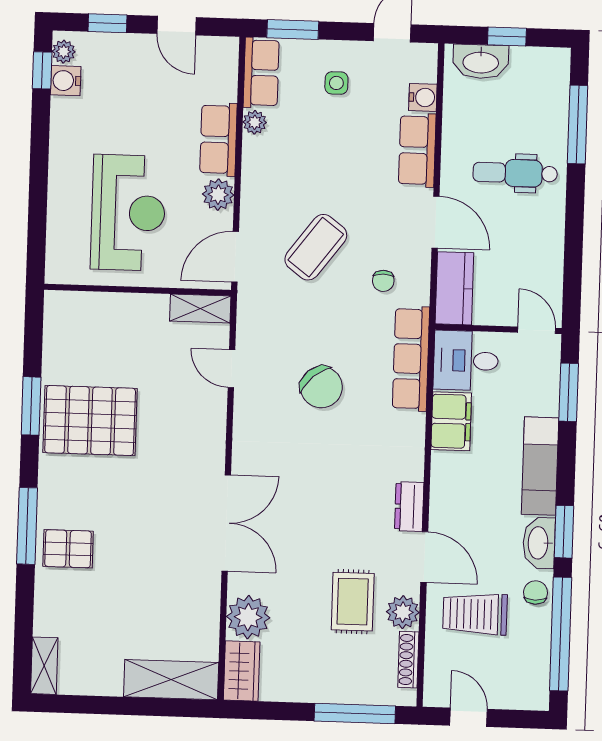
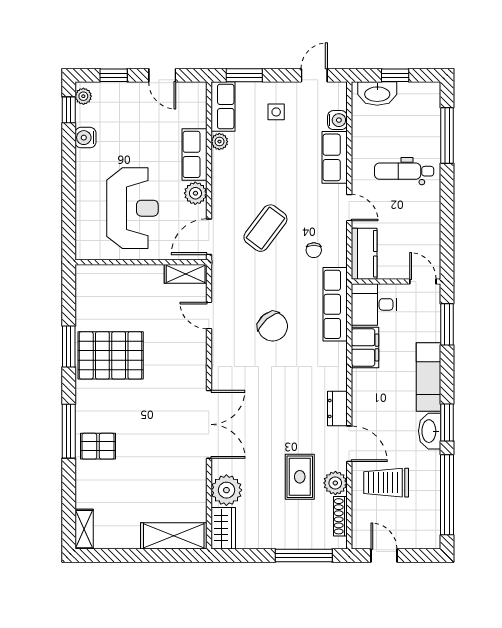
water cooler: (66, 81) -> (85, 138), moved
door: (435, 222) -> (349, 208), width x0.73
chair: (535, 592) -> (428, 466), removed

